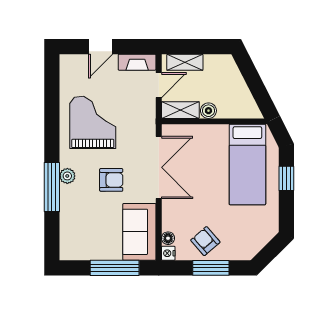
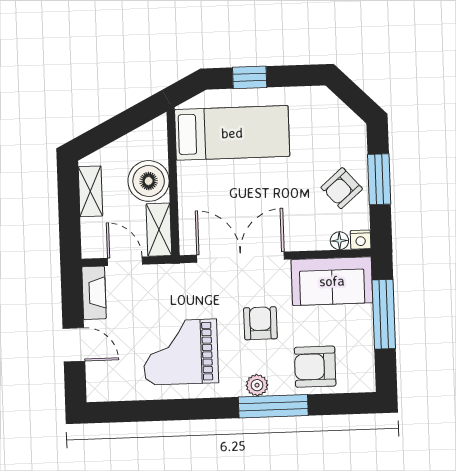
shelving: (185, 62) -> (90, 191), moved
boiler: (208, 111) -> (149, 181), width x1.86, depth x1.86
armchair: (79, 218) -> (315, 367), added

